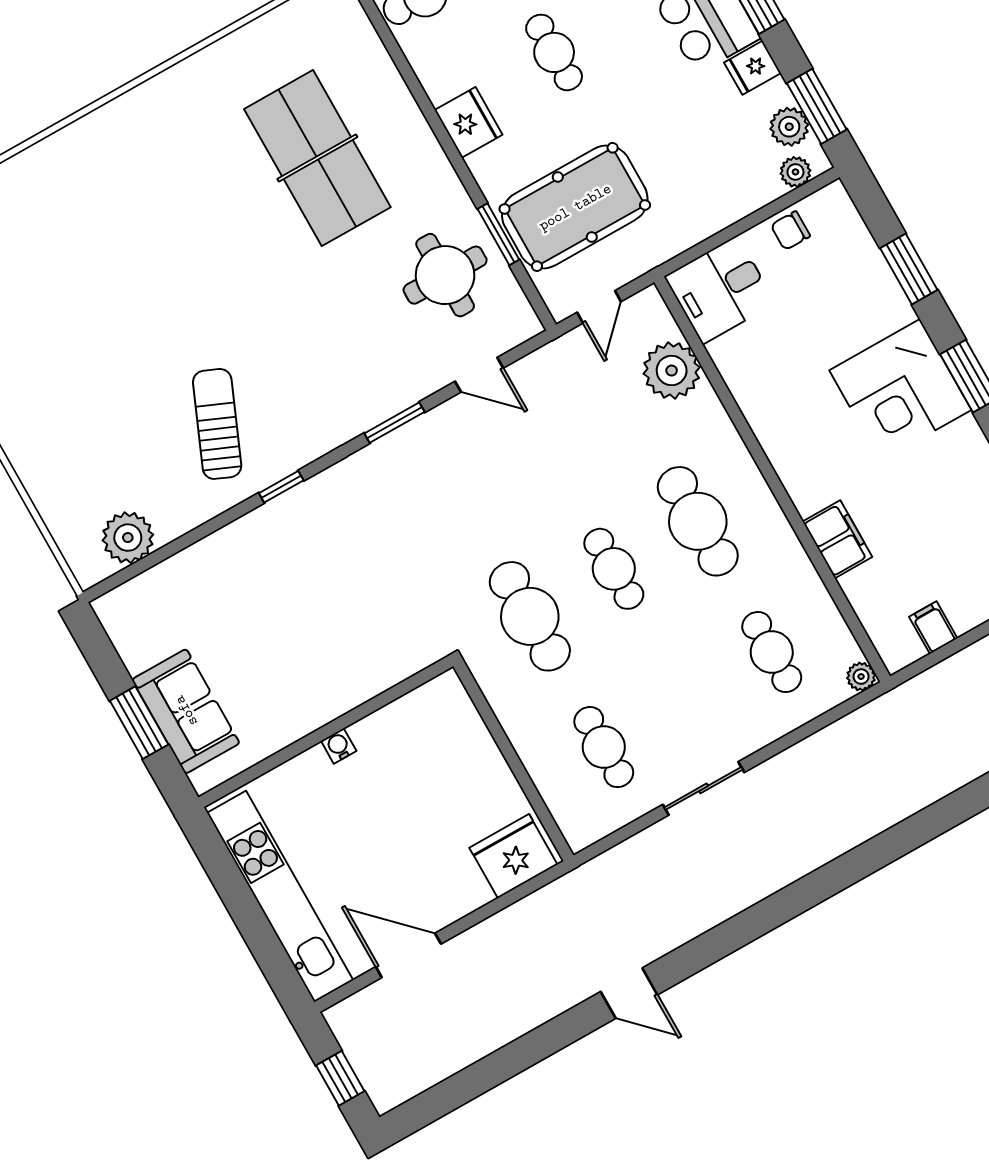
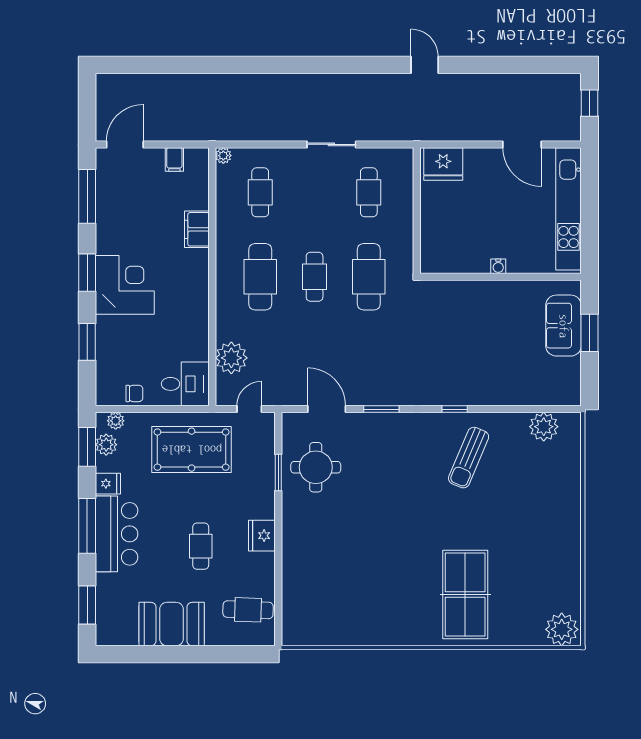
table tennis table: (317, 158) -> (465, 594), moved
pool table: (575, 207) -> (192, 450), moved
door: (479, 375) -> (327, 409), width x1.38

